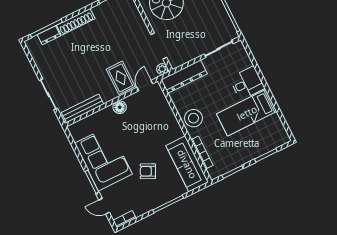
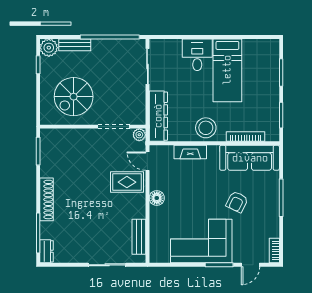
dresser: (49, 35) -> (47, 251), moved
bench: (83, 108) -> (139, 237), width x0.73
fireplace: (169, 115) -> (190, 152), added

